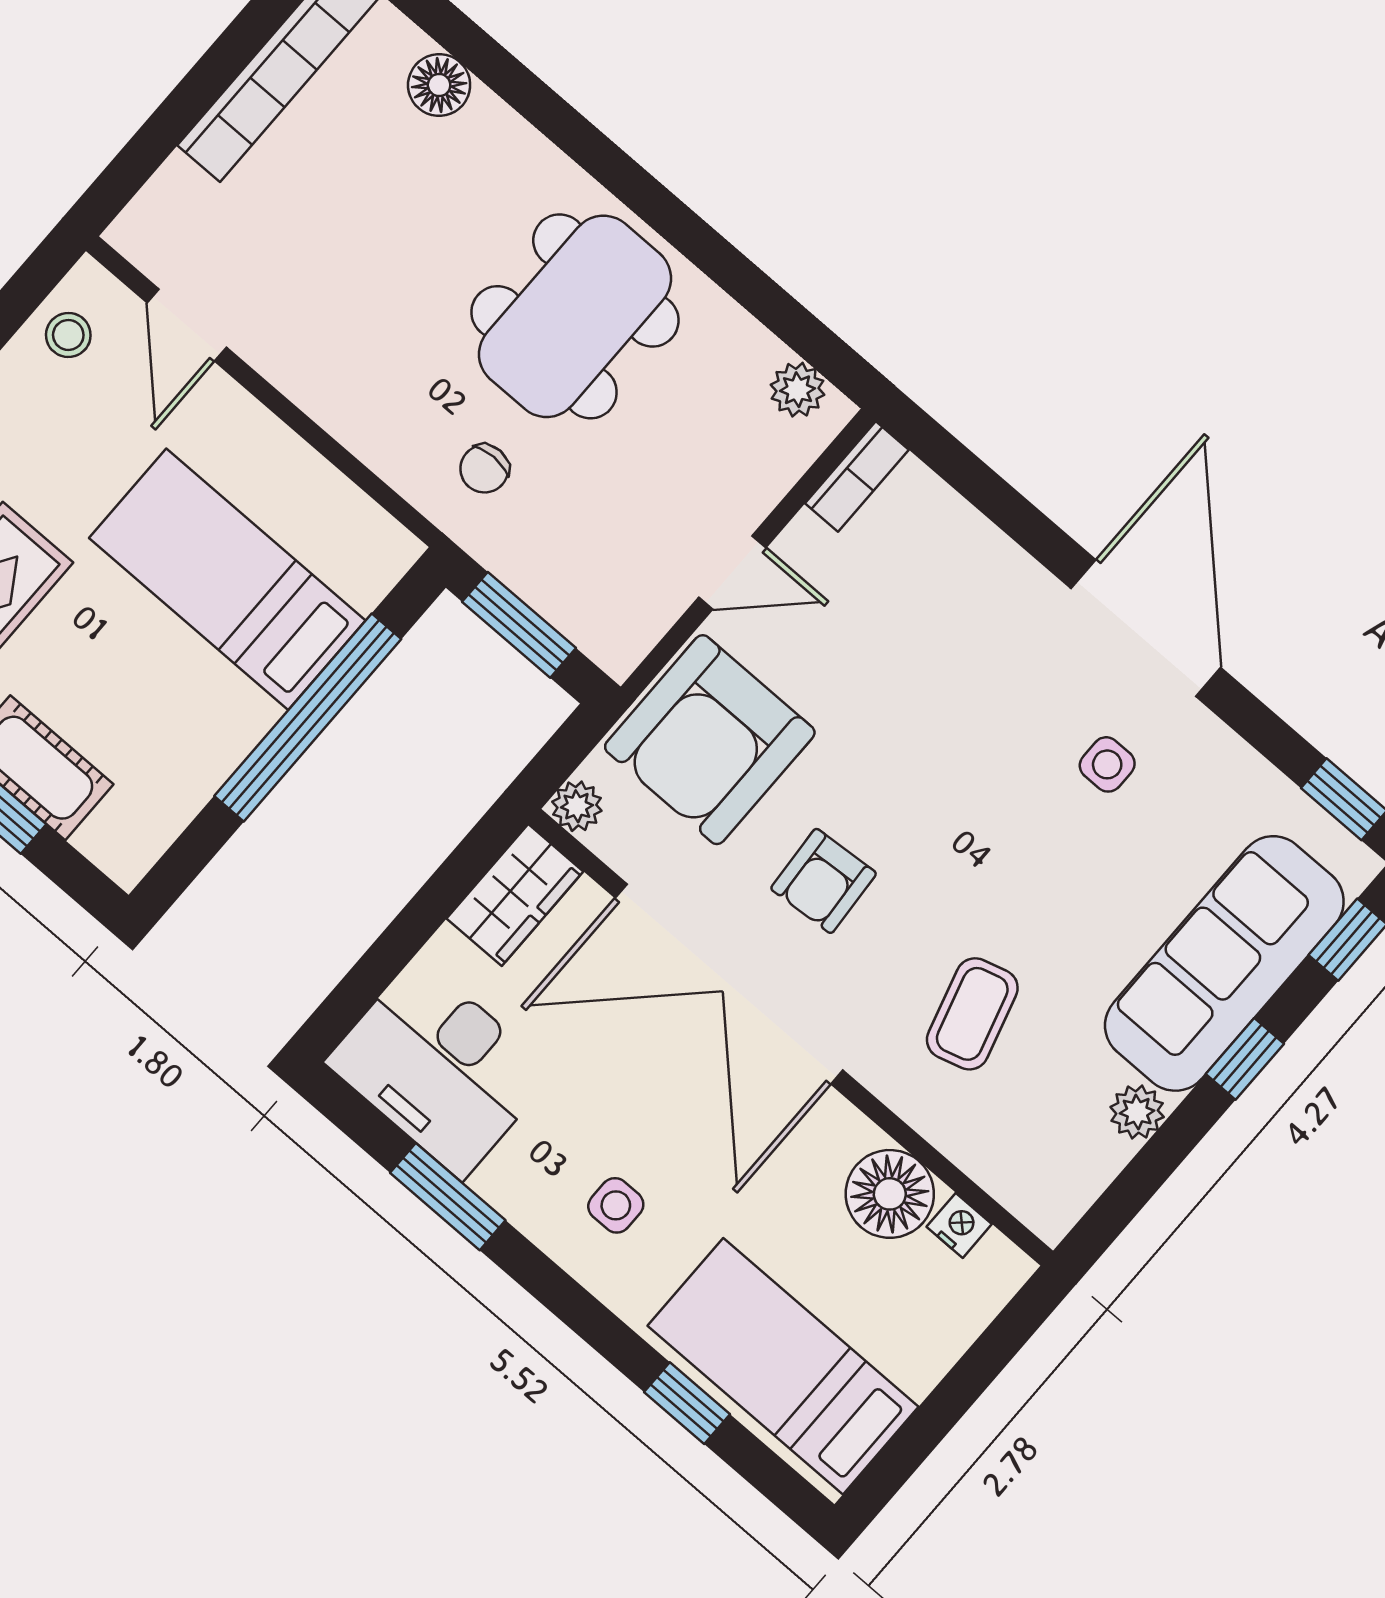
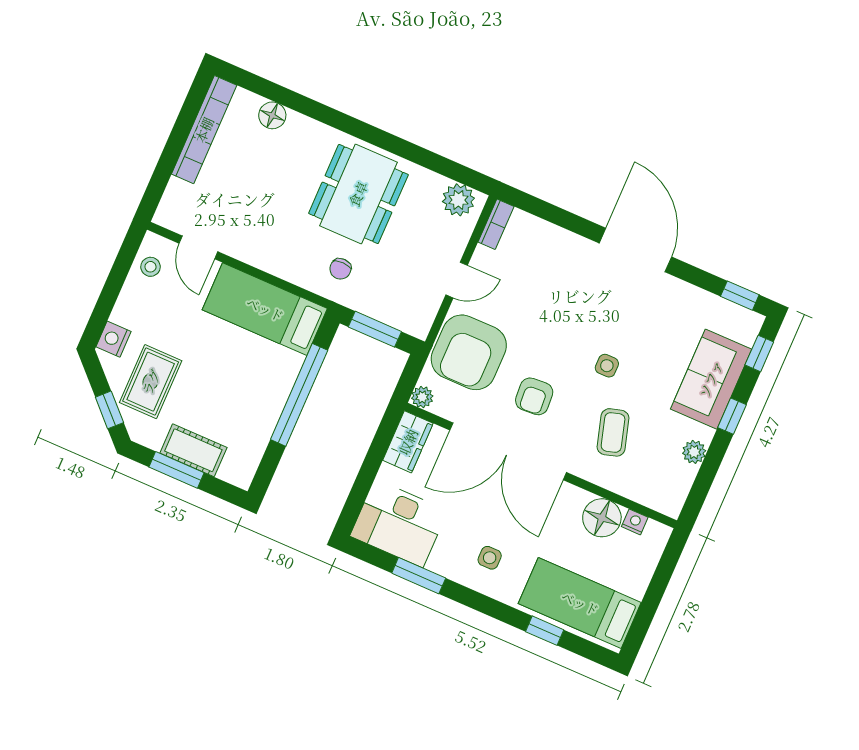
plant: (797, 390) -> (458, 200), width x1.38, depth x1.38
bed: (227, 579) -> (265, 309), moved
side table: (1107, 764) -> (607, 366), moved
sofa: (1224, 963) -> (711, 379), width x0.73

